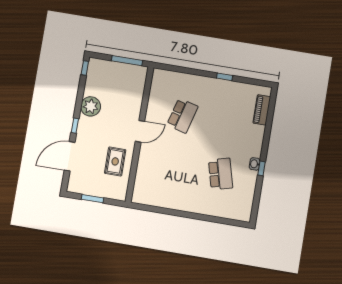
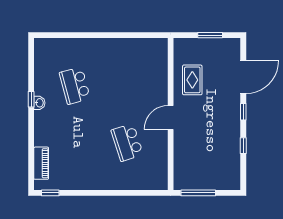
window: (85, 68) -> (243, 146), moved
window: (225, 77) -> (50, 193), moved
plant: (91, 106) -> (230, 136), removed
school desk: (182, 116) -> (127, 142), turned -33

